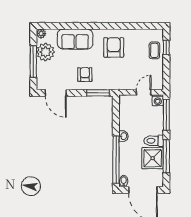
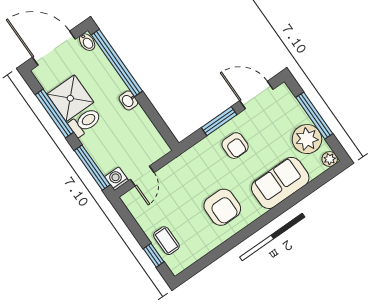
window: (98, 93) -> (219, 121), moved

